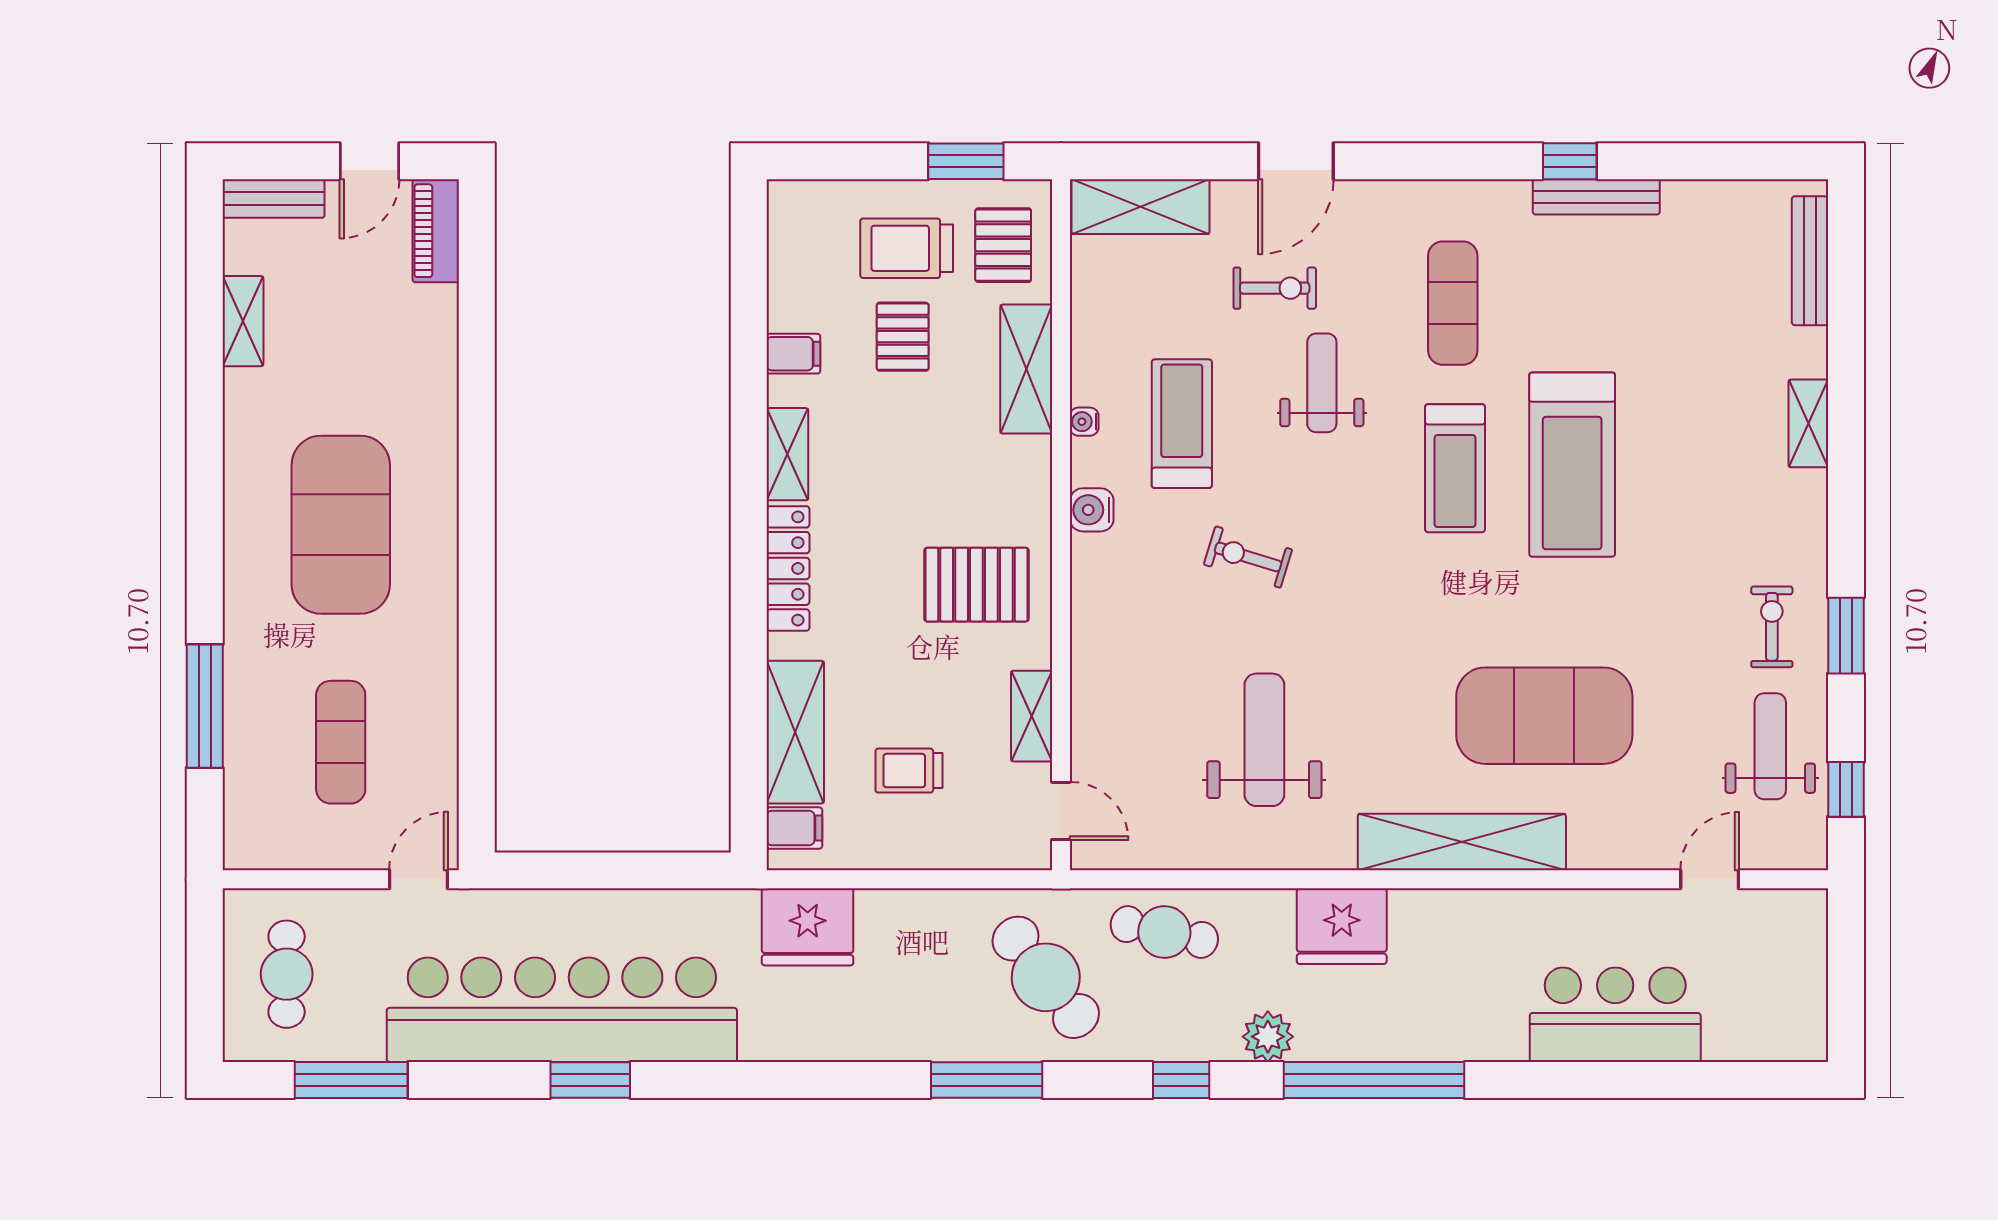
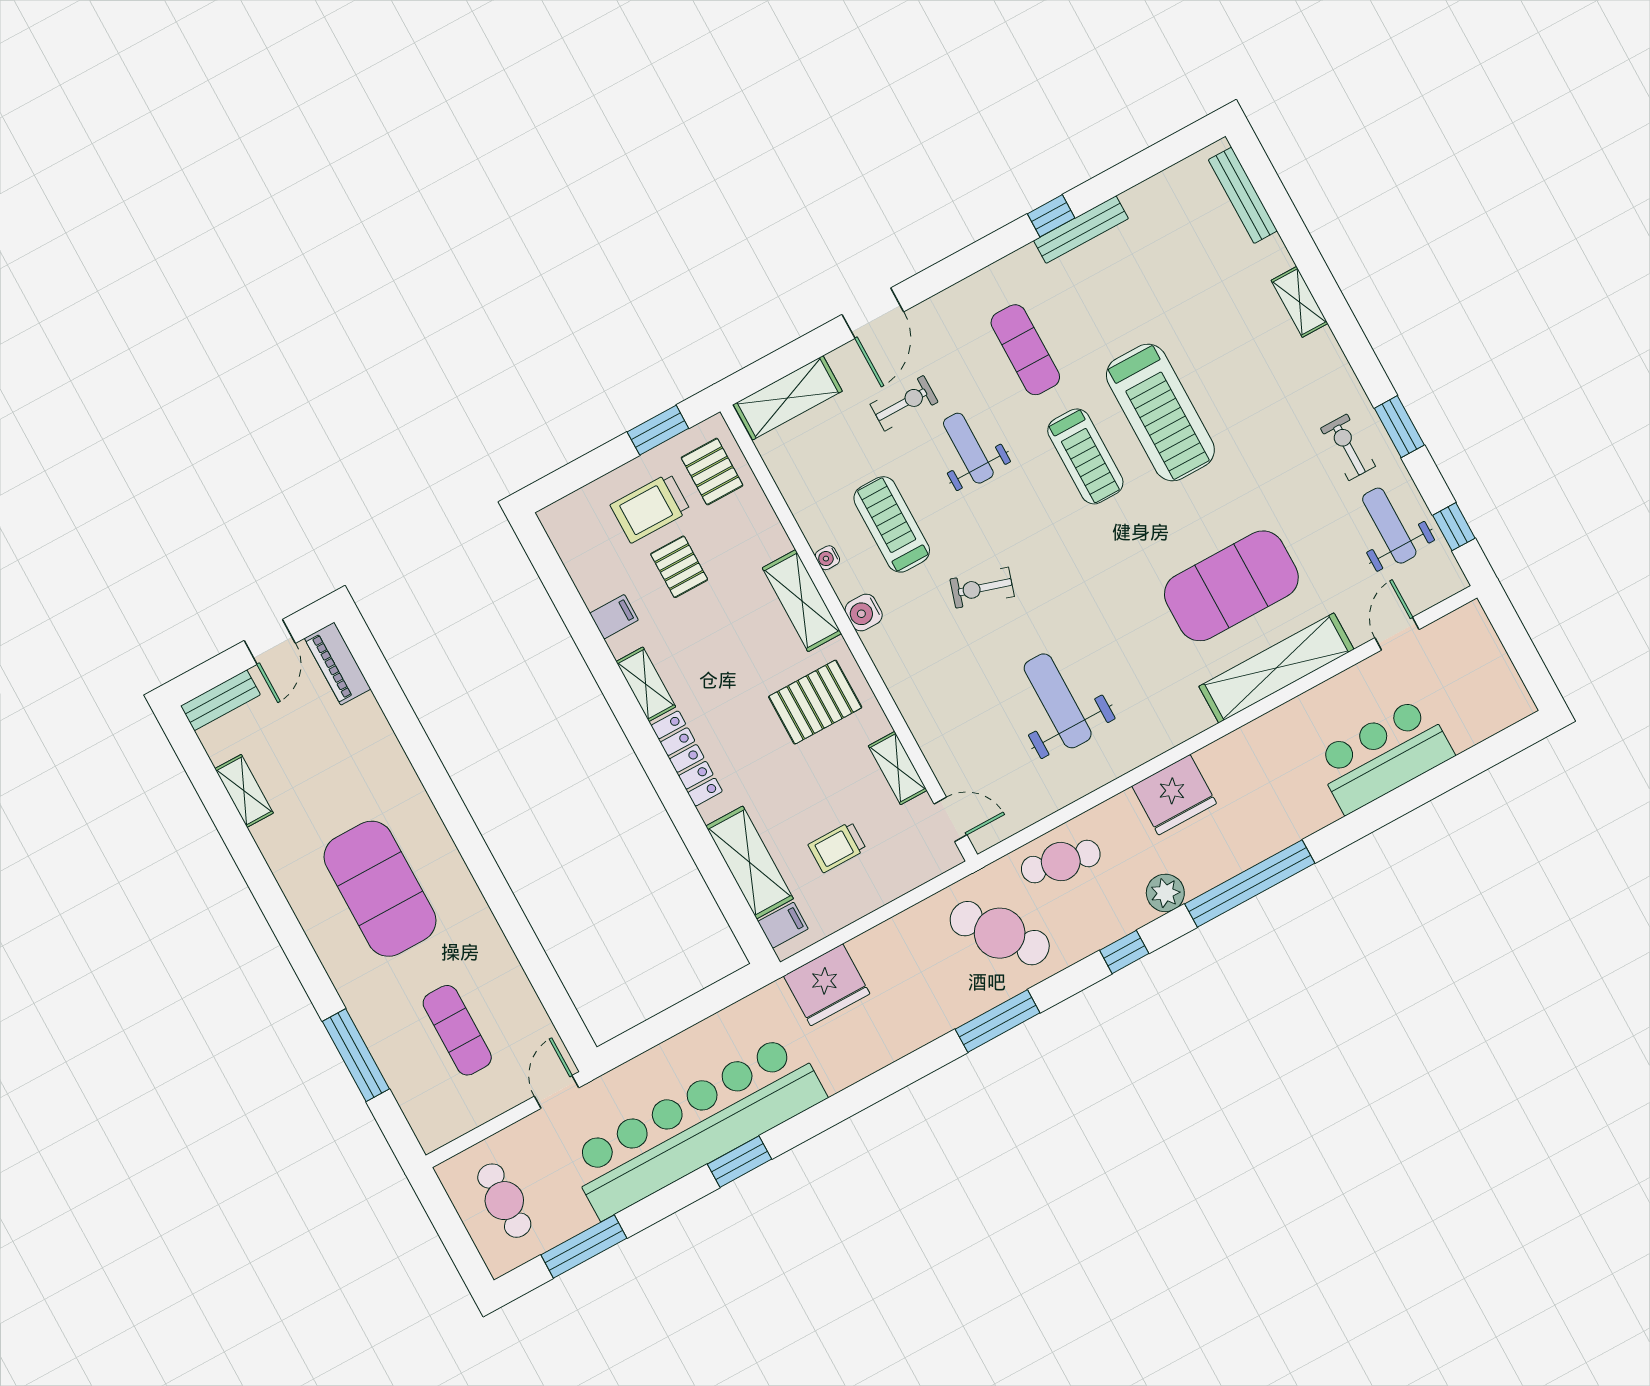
shelving: (1026, 369) -> (802, 601), moved
shelving: (1462, 842) -> (1276, 668), moved

